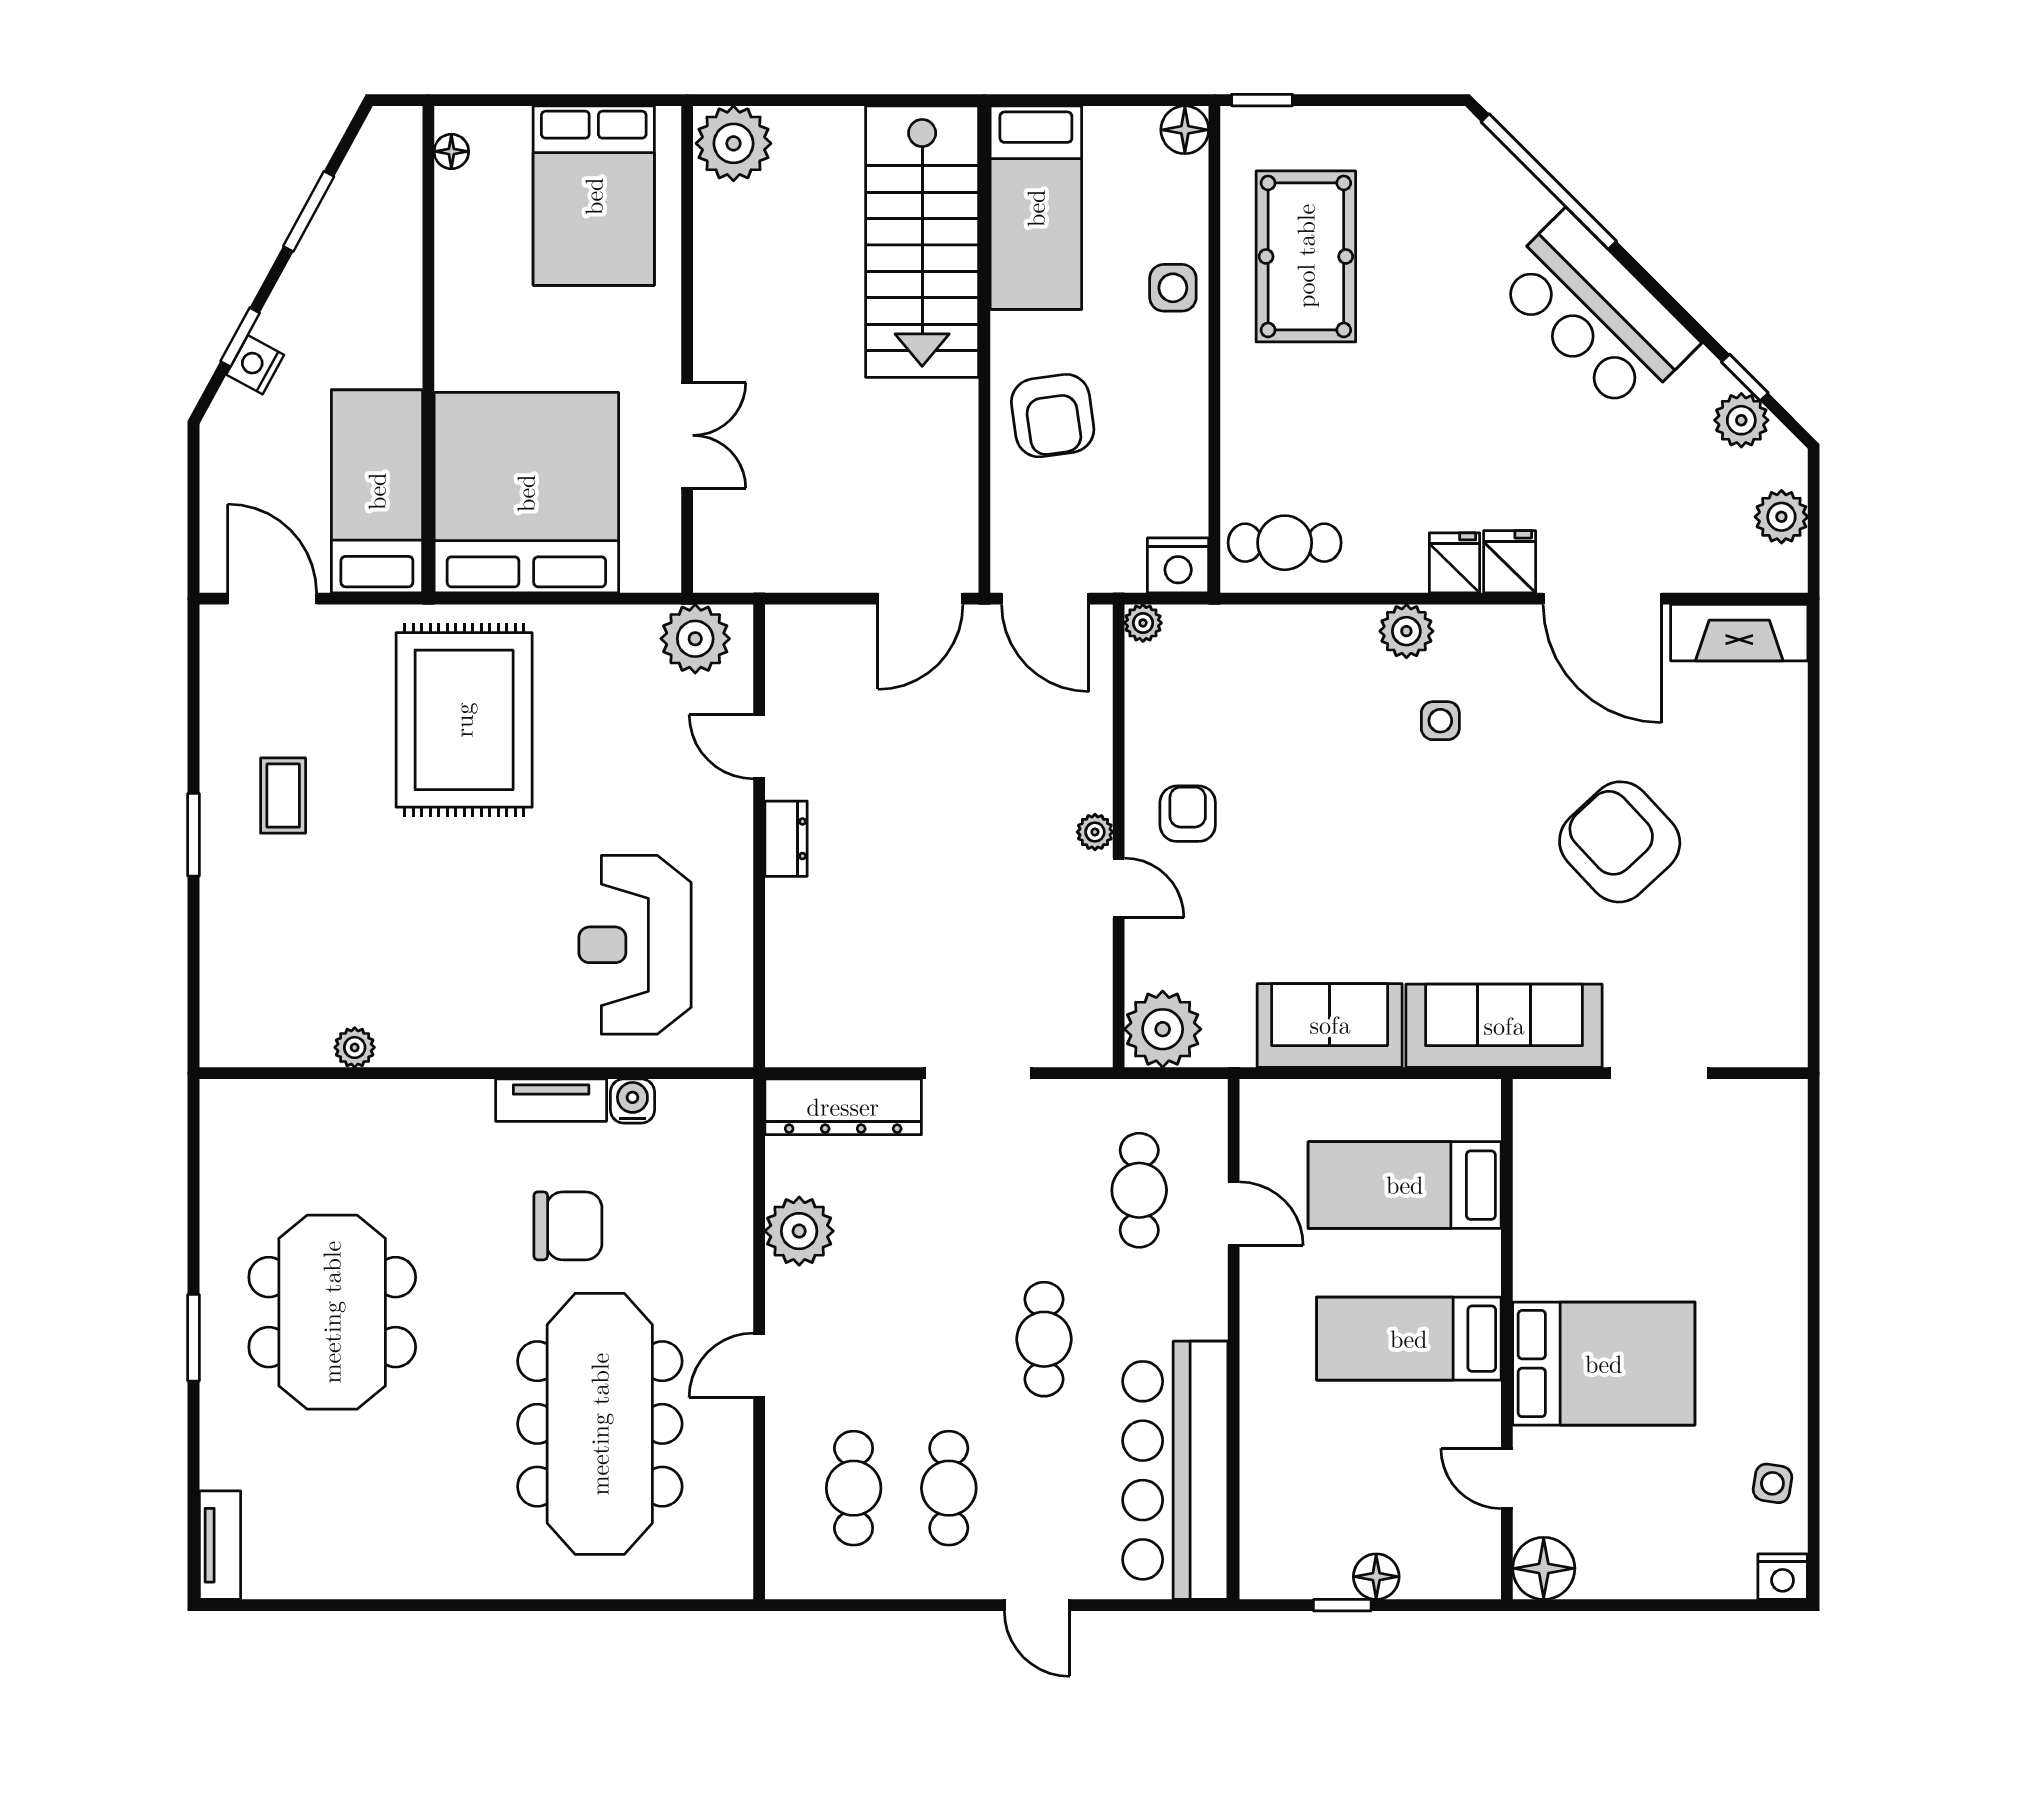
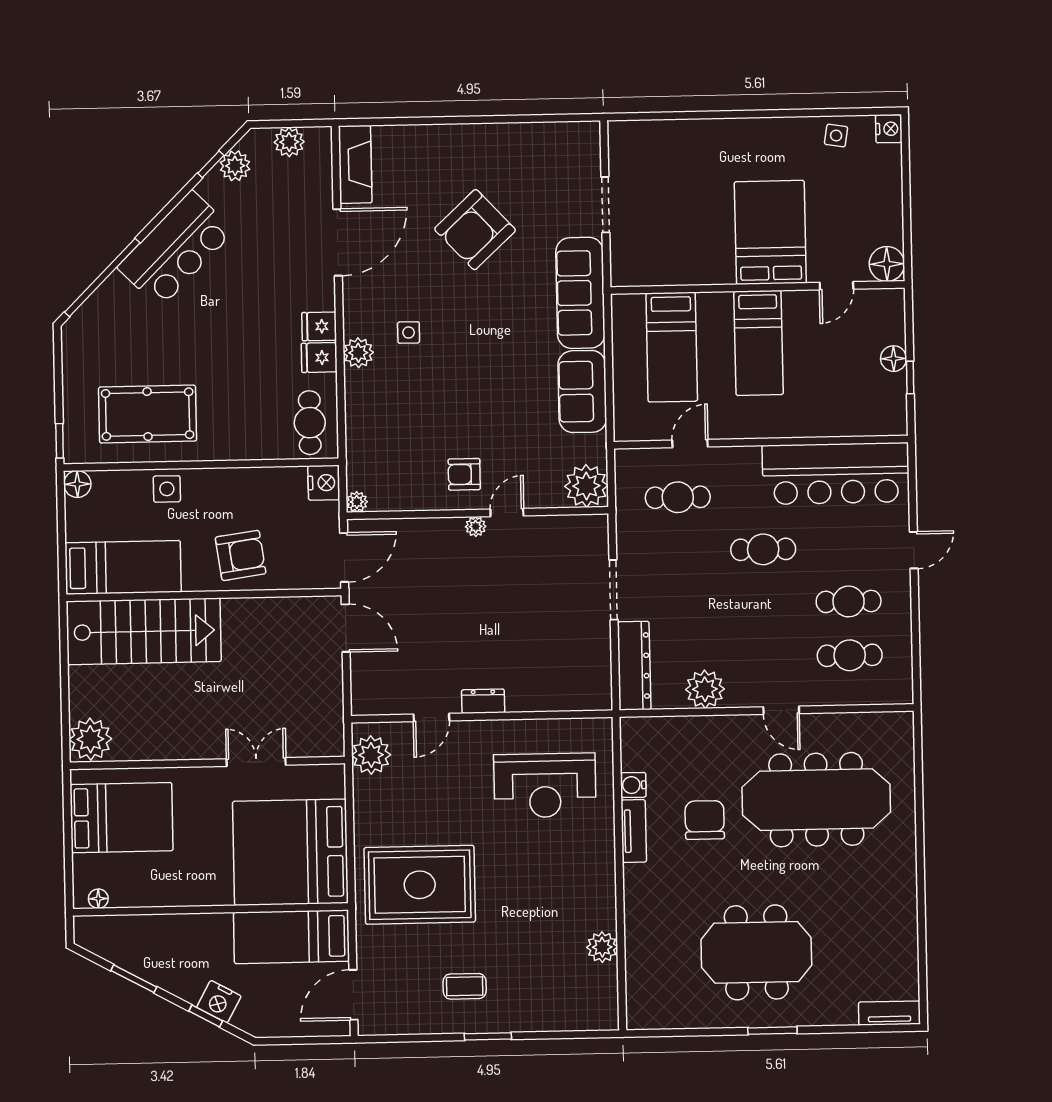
nightstand: (255, 365) -> (219, 1002), width x1.36, depth x1.33
fridge: (1510, 562) -> (319, 358), moved
plant: (355, 1047) -> (602, 947), width x1.38, depth x1.38

